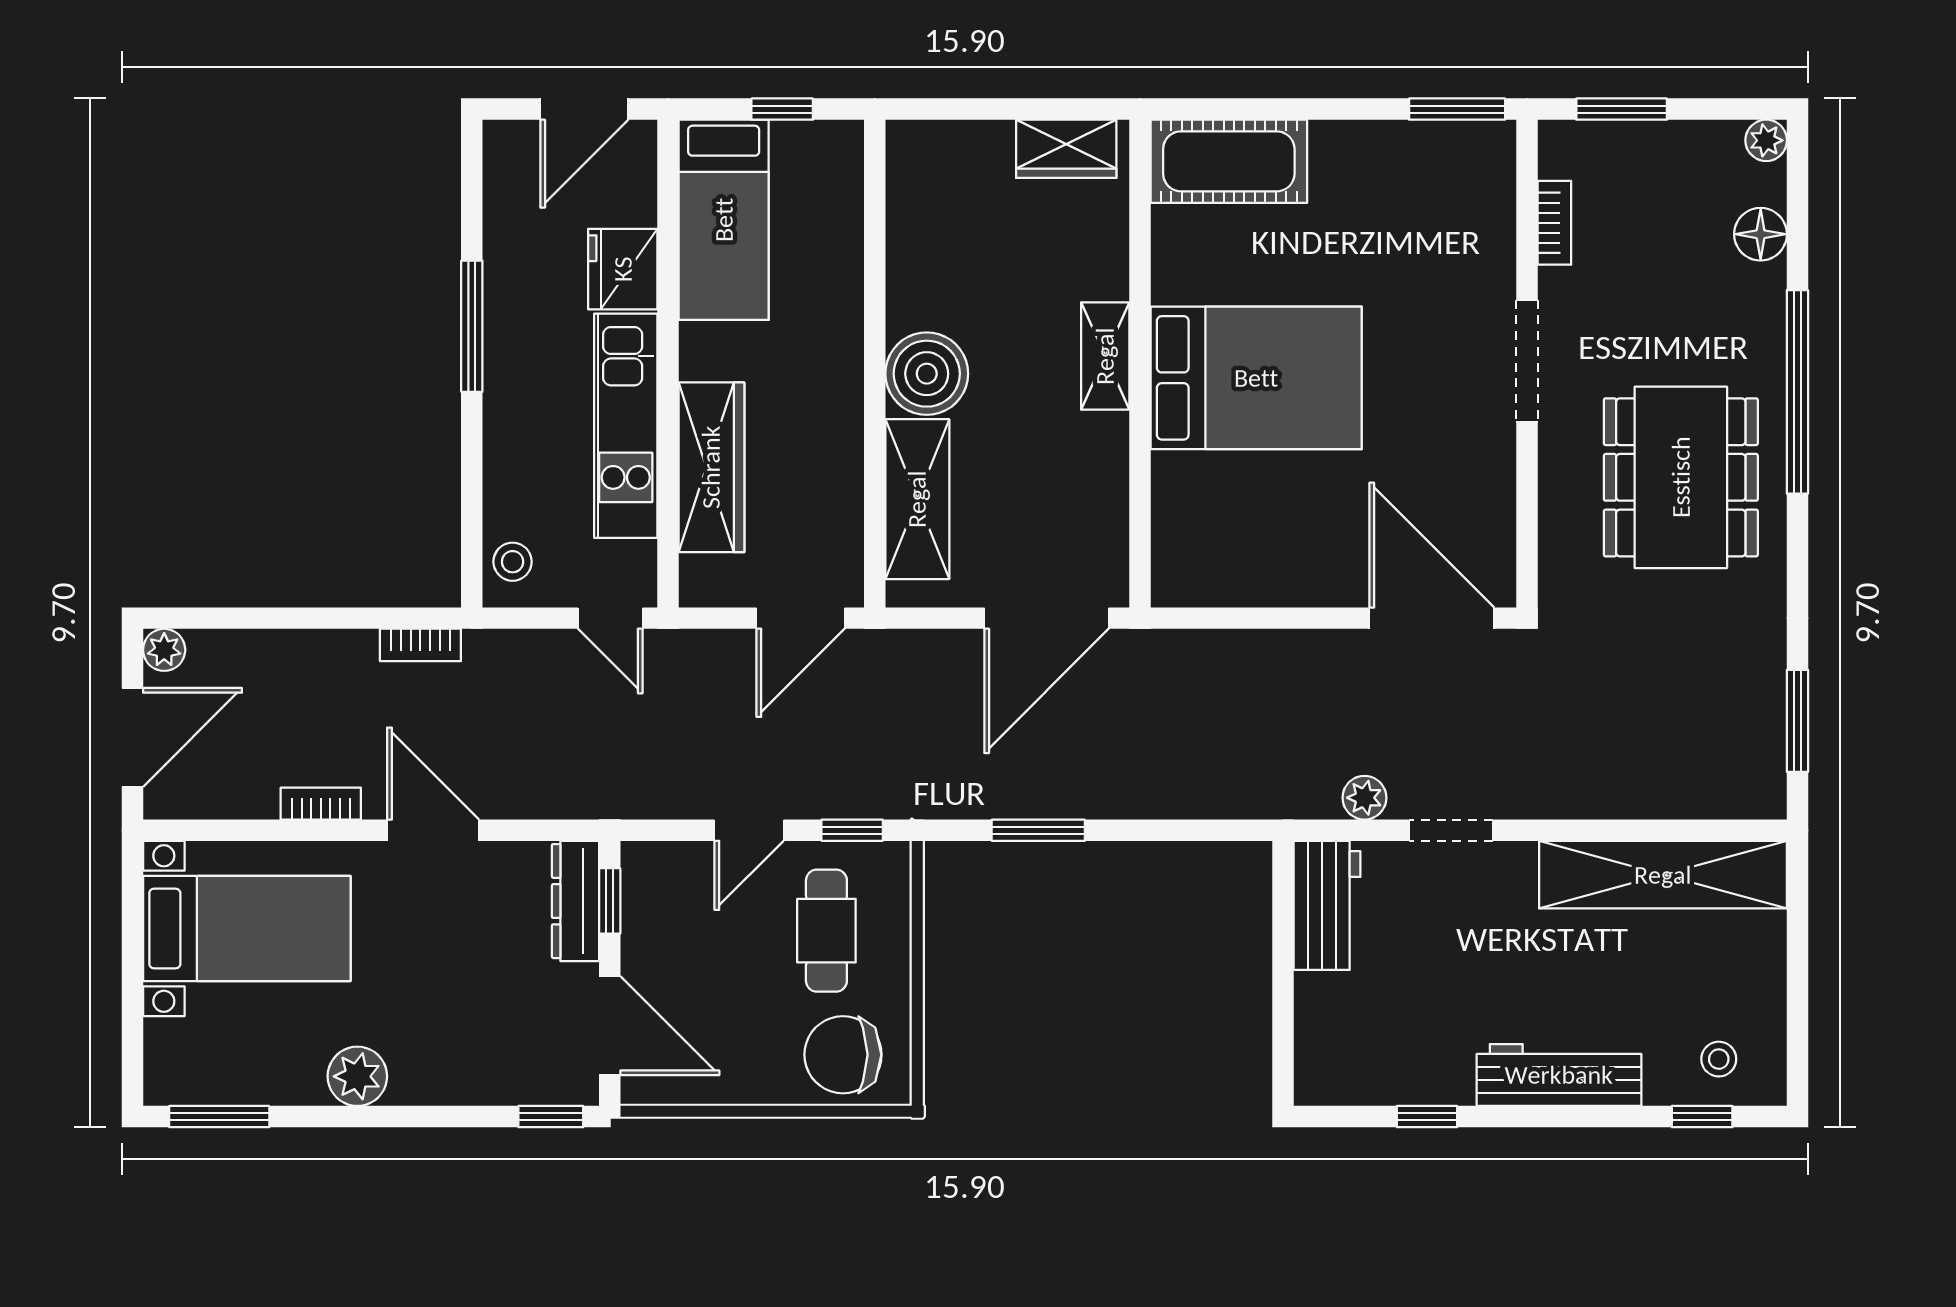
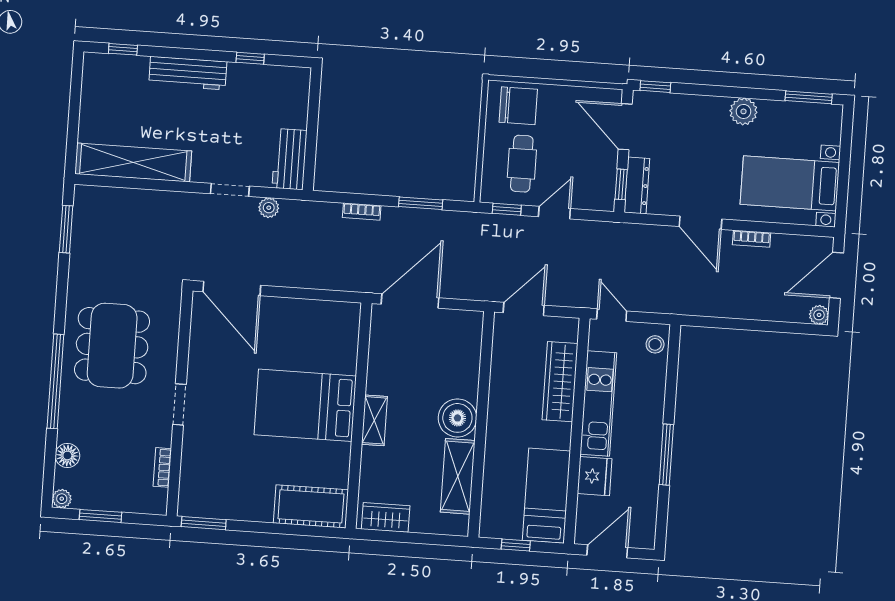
window: (1622, 109) -> (101, 516), moved
doorway: (1527, 361) -> (179, 405), width x0.73
shelving: (917, 499) -> (458, 476), moved
bookcase: (420, 645) -> (362, 212), moved, turned 180
stool: (1719, 1059) -> (113, 75), removed

